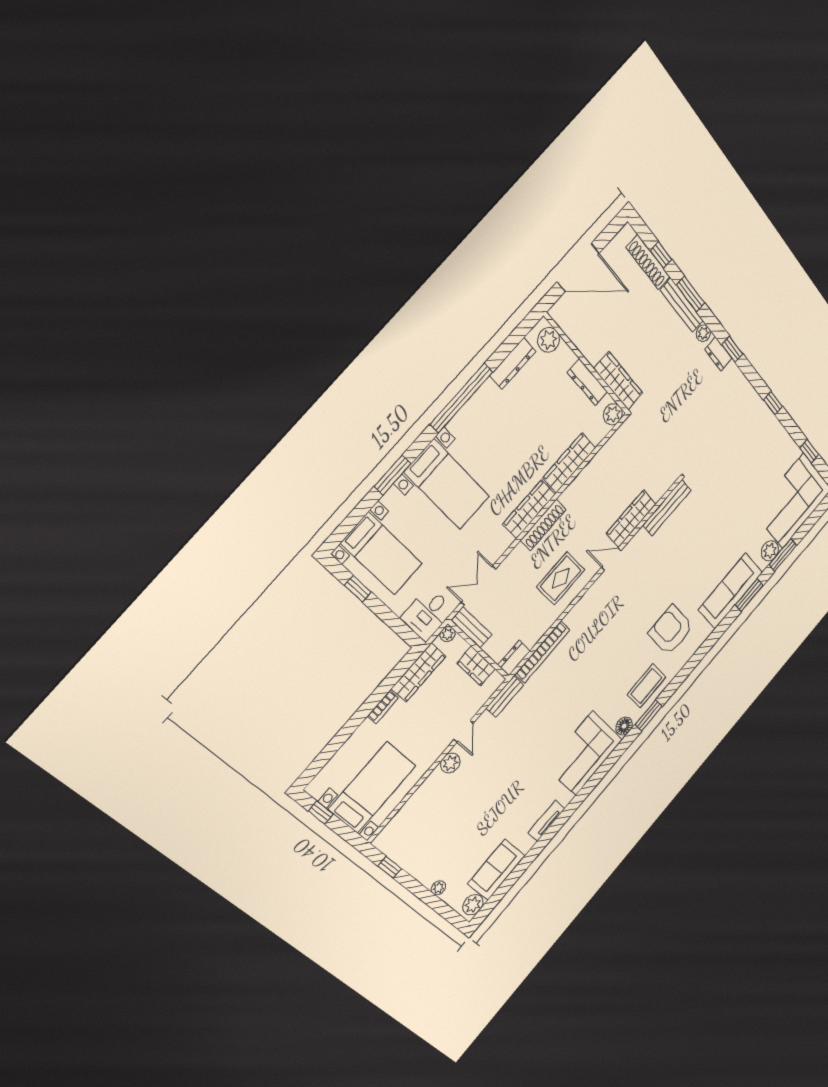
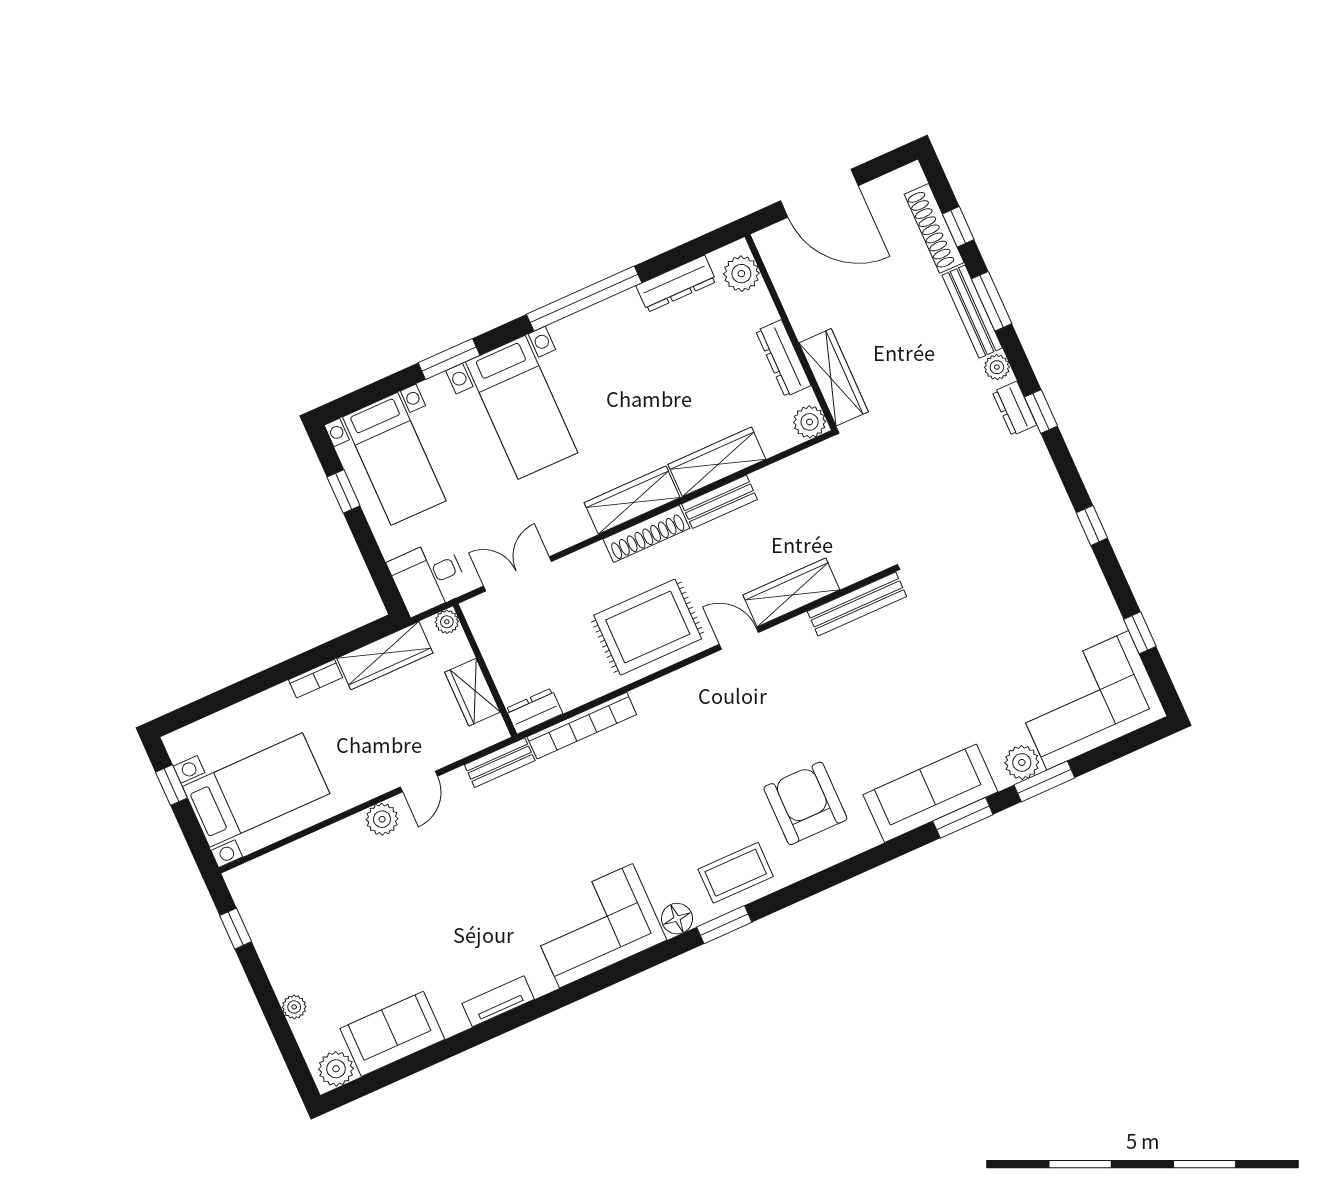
rug: (561, 578) -> (648, 627), width x1.36, depth x1.43
bench: (471, 627) -> (719, 502), moved, turned 90

